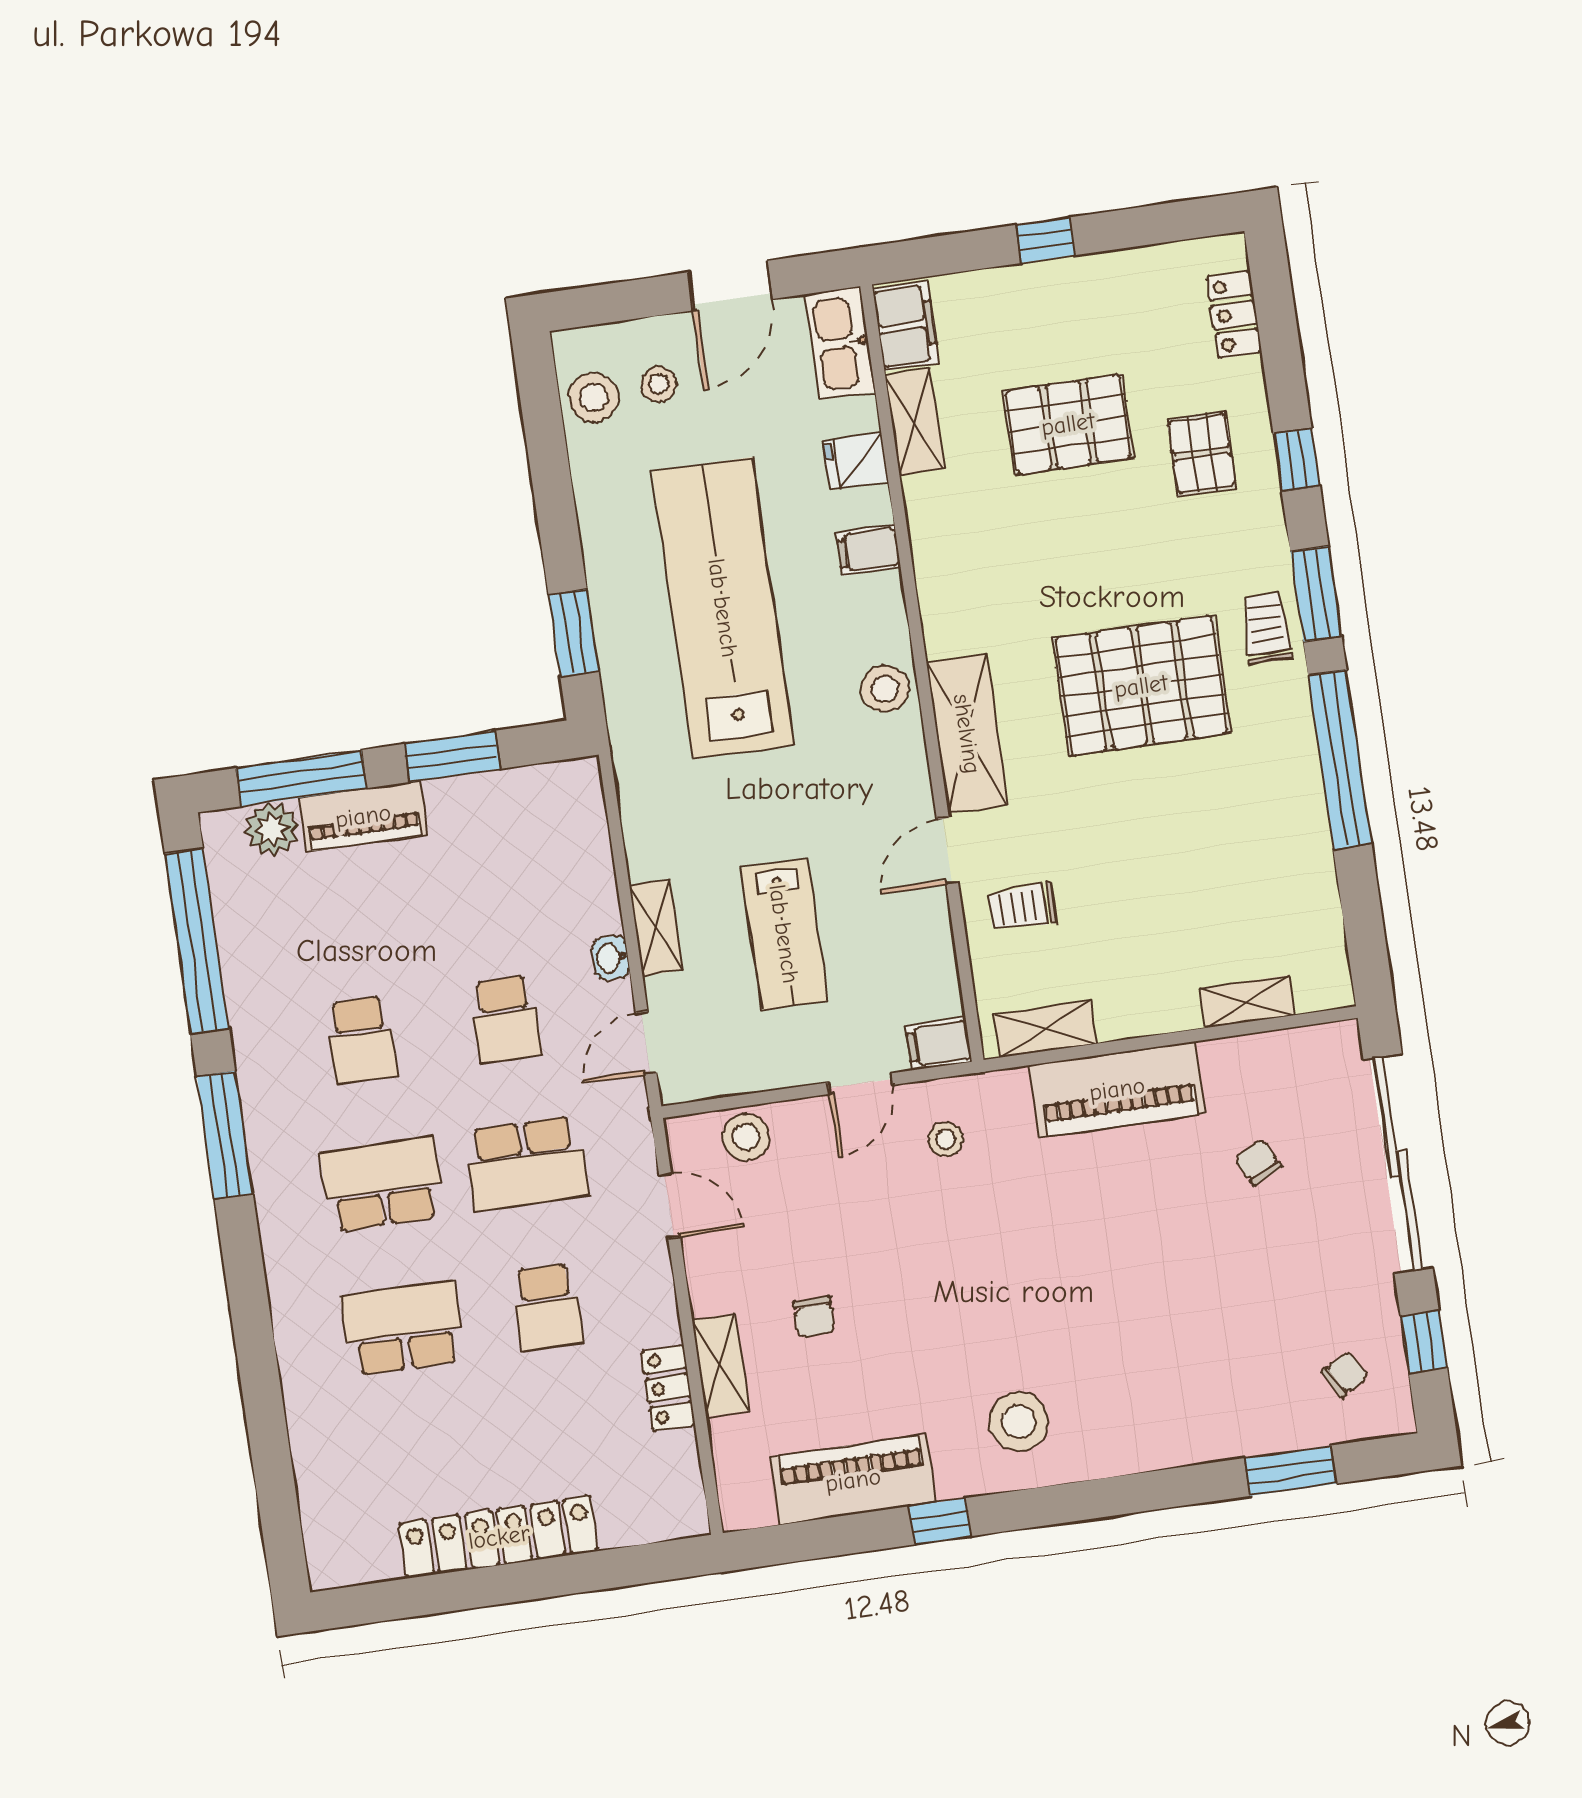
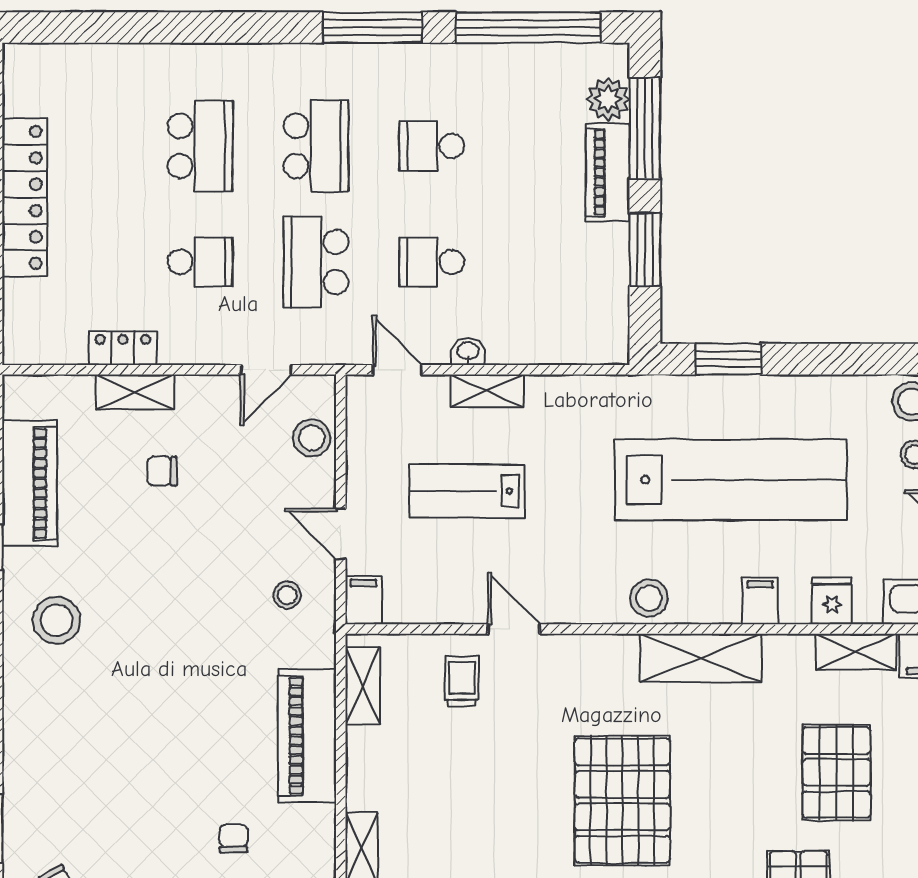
shelving: (967, 734) -> (701, 658), moved
chair: (1258, 1162) -> (234, 838), turned -63
school desk: (547, 1307) -> (200, 262), turned 180

